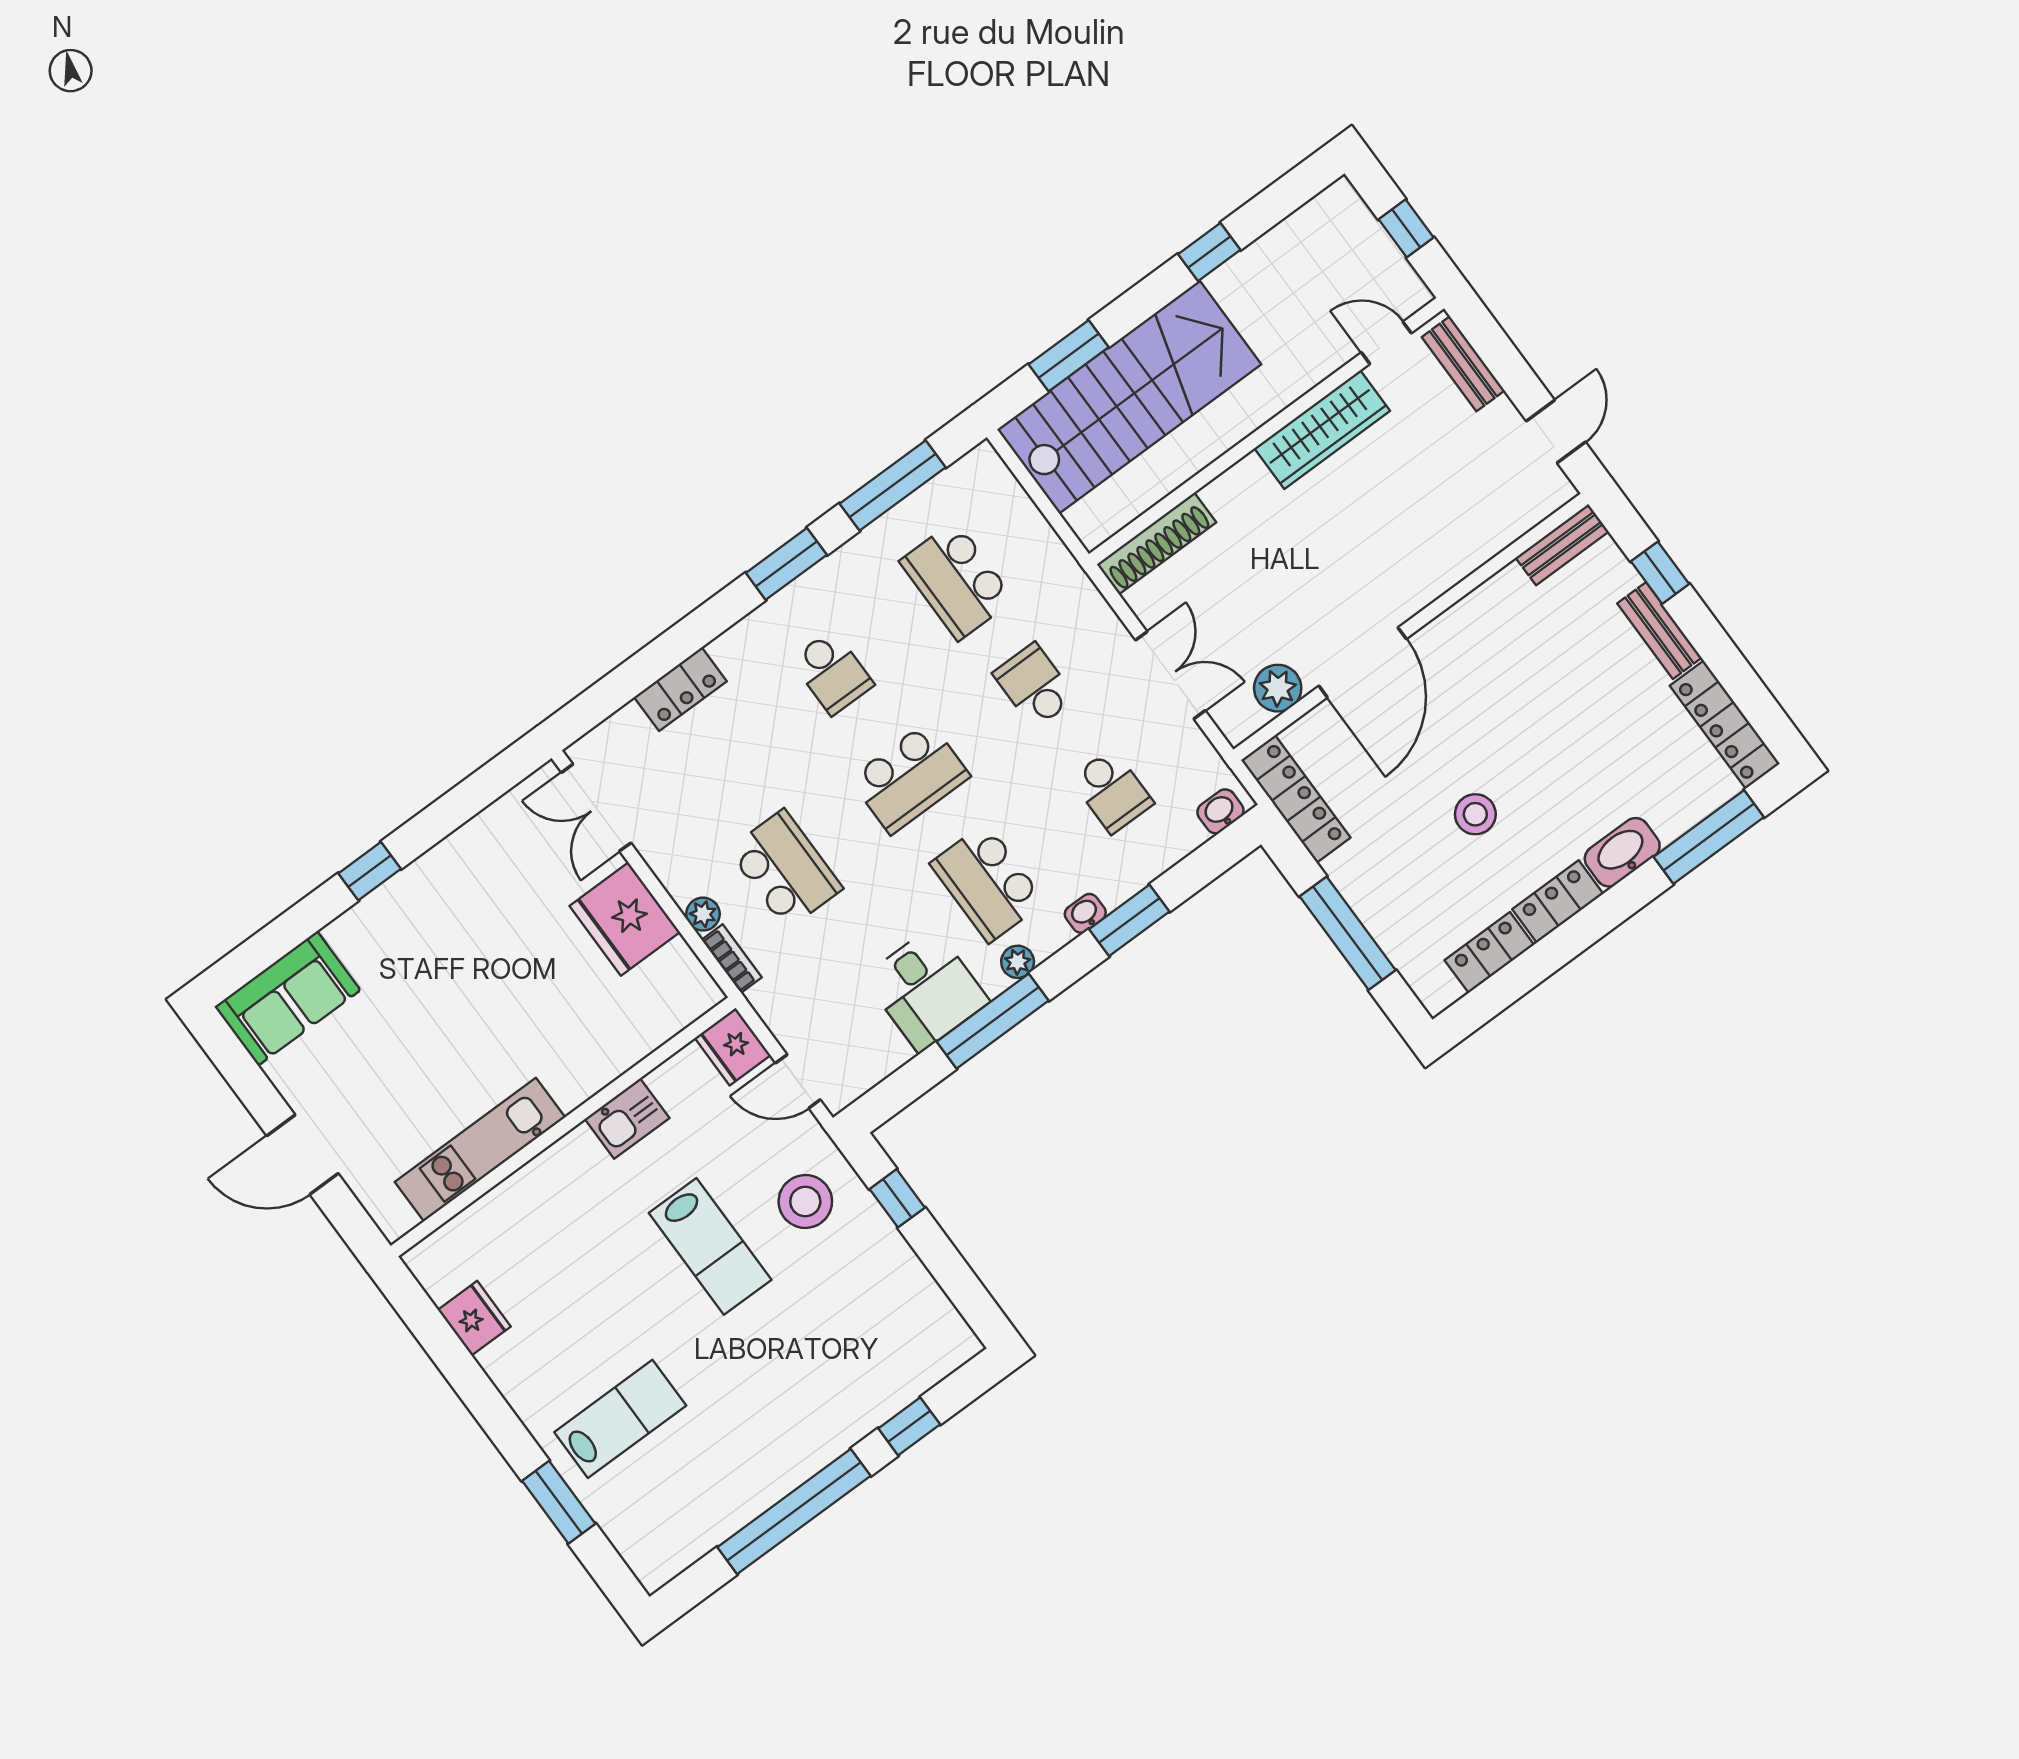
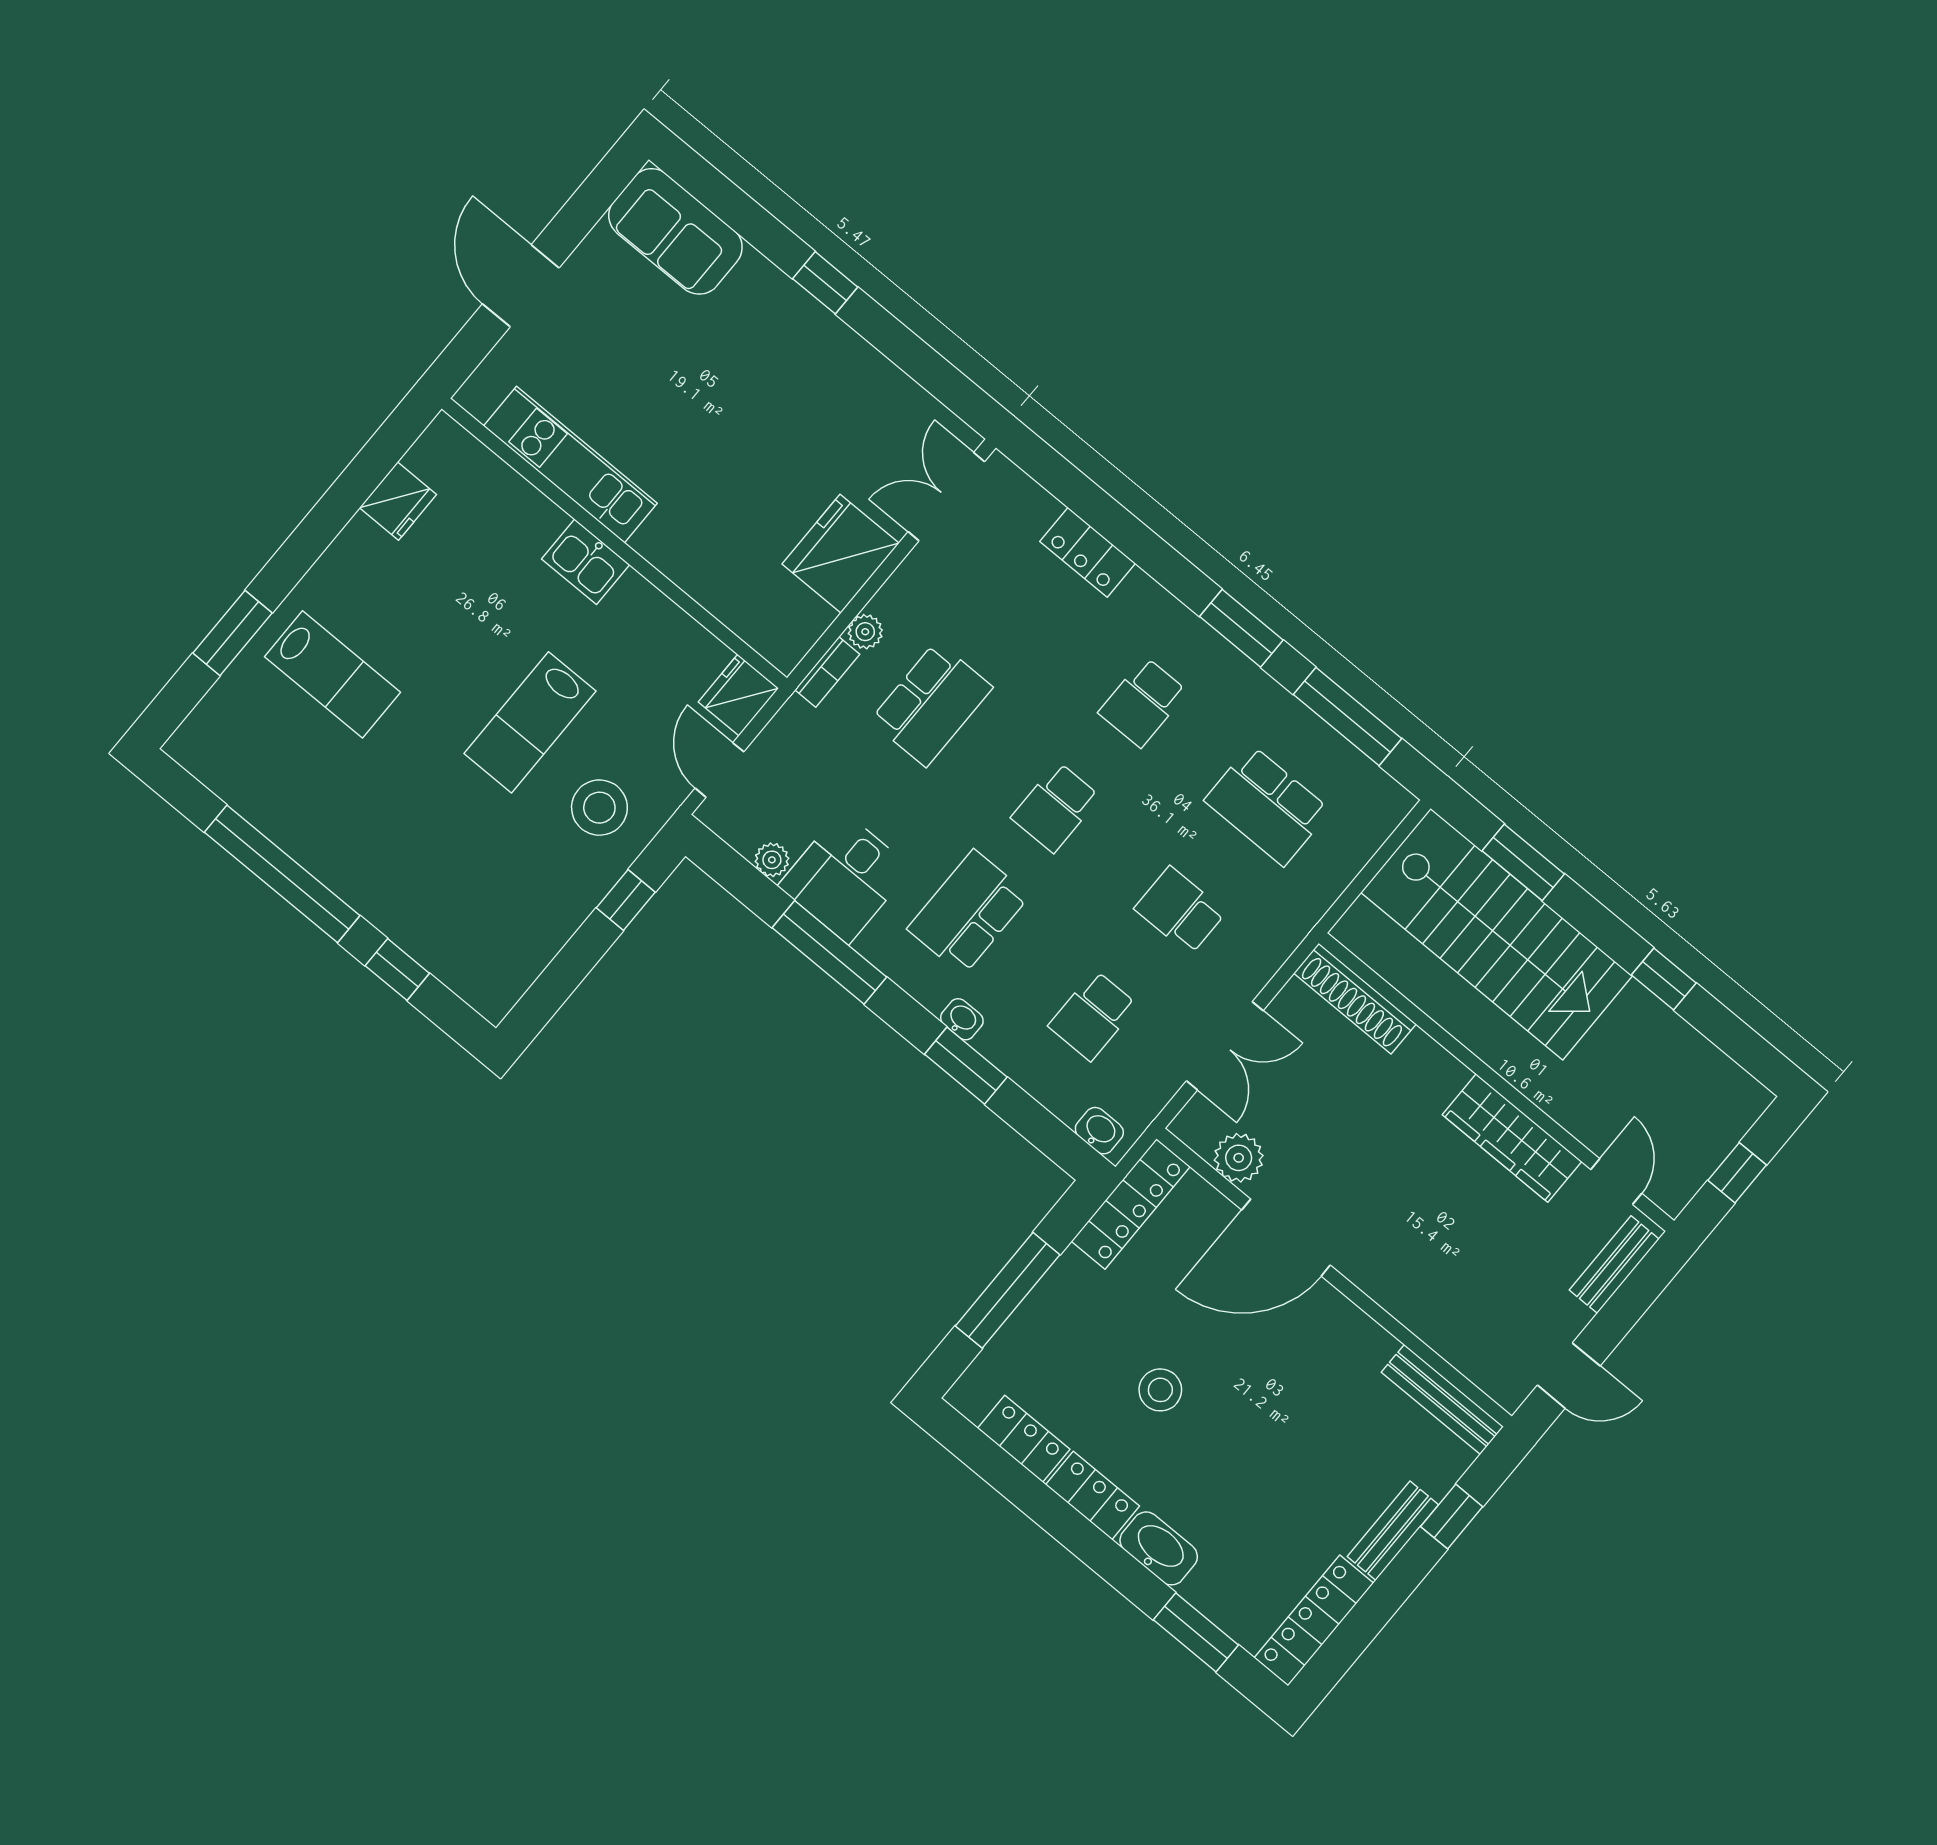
bench: (1562, 545) -> (1442, 1399), width x1.36
school desk: (957, 580) -> (1267, 805), turned -90
school desk: (1034, 686) -> (1180, 910), turned -90
school desk: (910, 777) -> (1056, 807), width x0.54
window: (1709, 837) -> (1196, 1632), width x0.69
plant: (1018, 962) -> (772, 860), moved
kitchen sink: (627, 1118) -> (586, 562), moved

